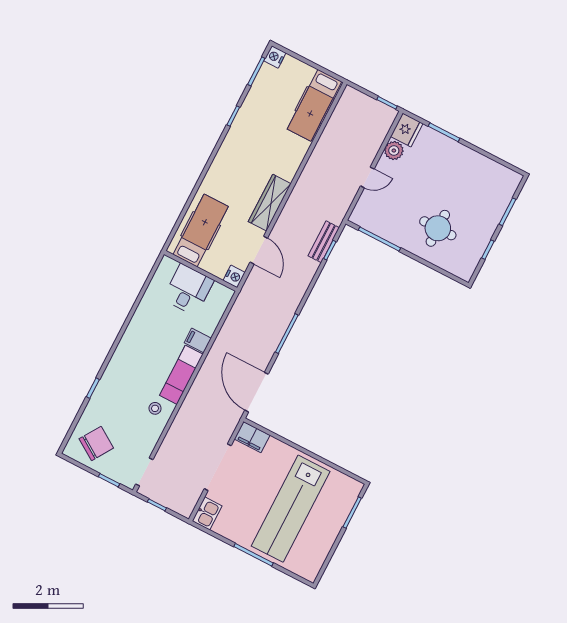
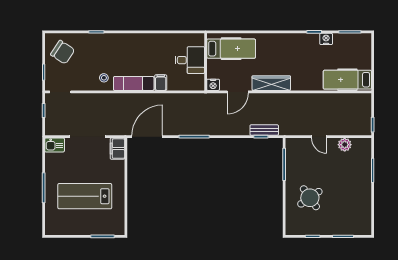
nightstand: (275, 57) -> (326, 39), moved
fridge: (407, 130) -> (362, 146), removed
round table: (438, 228) -> (310, 198), turned -35
lab bench: (291, 509) -> (85, 196), width x0.73

